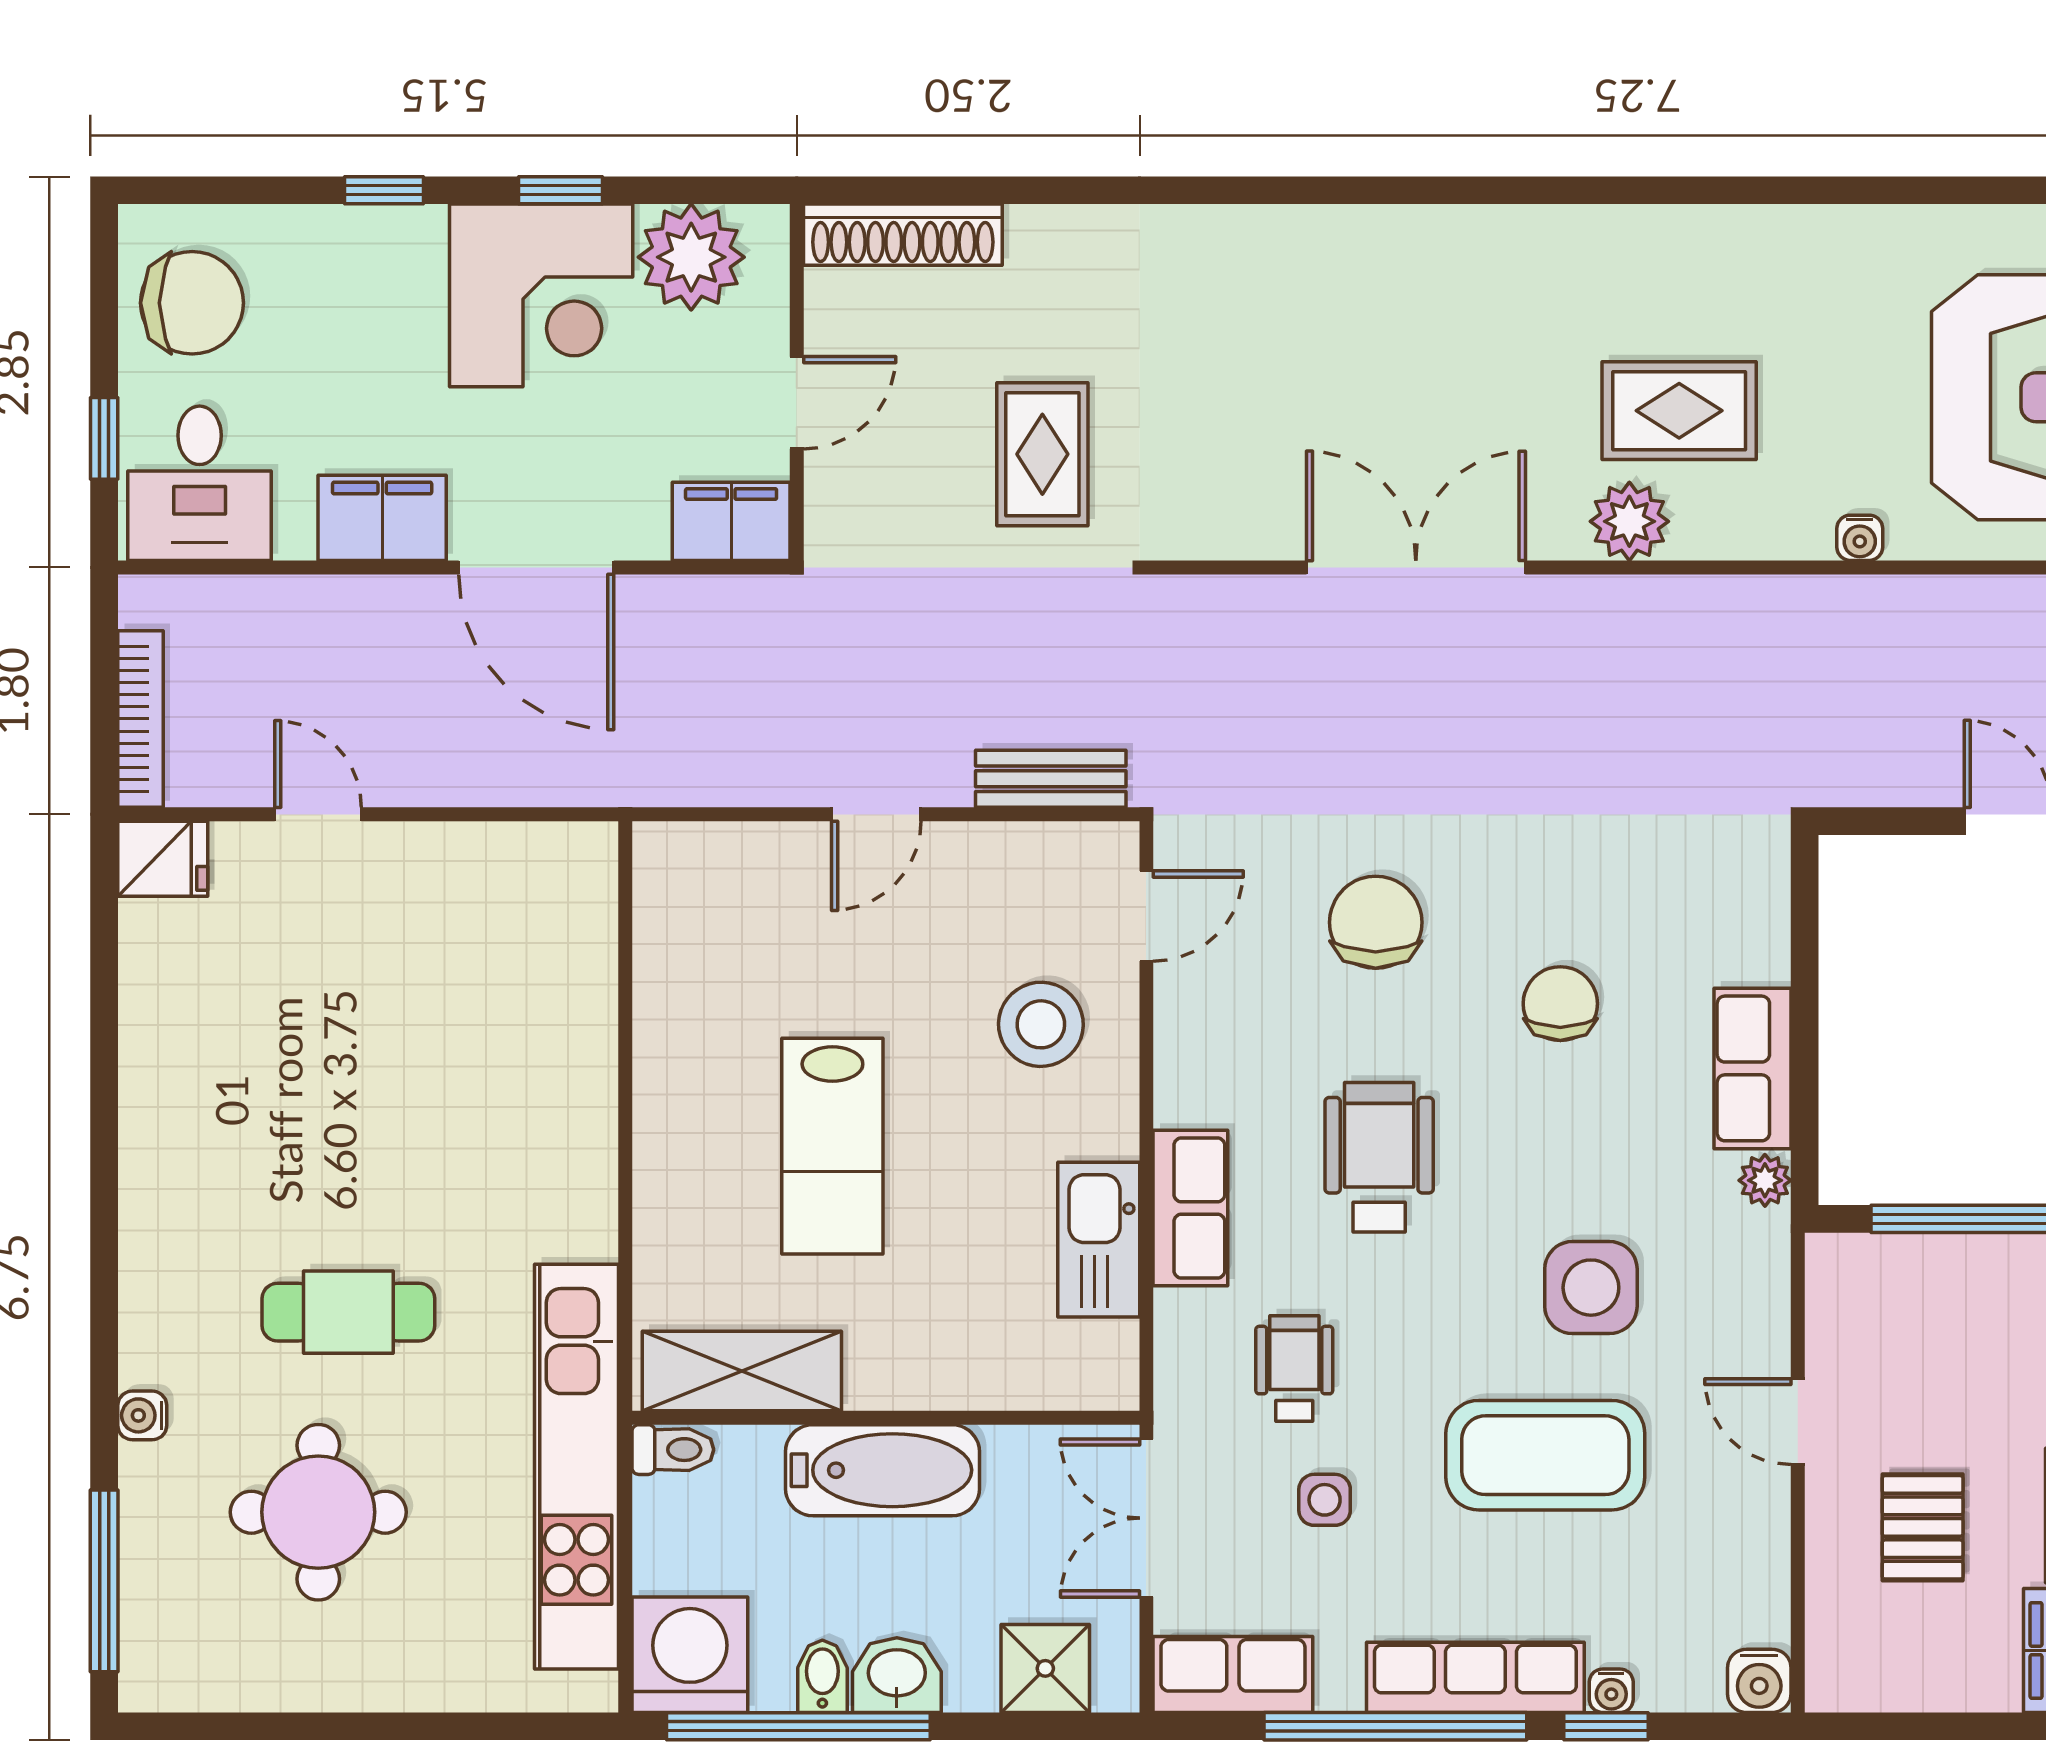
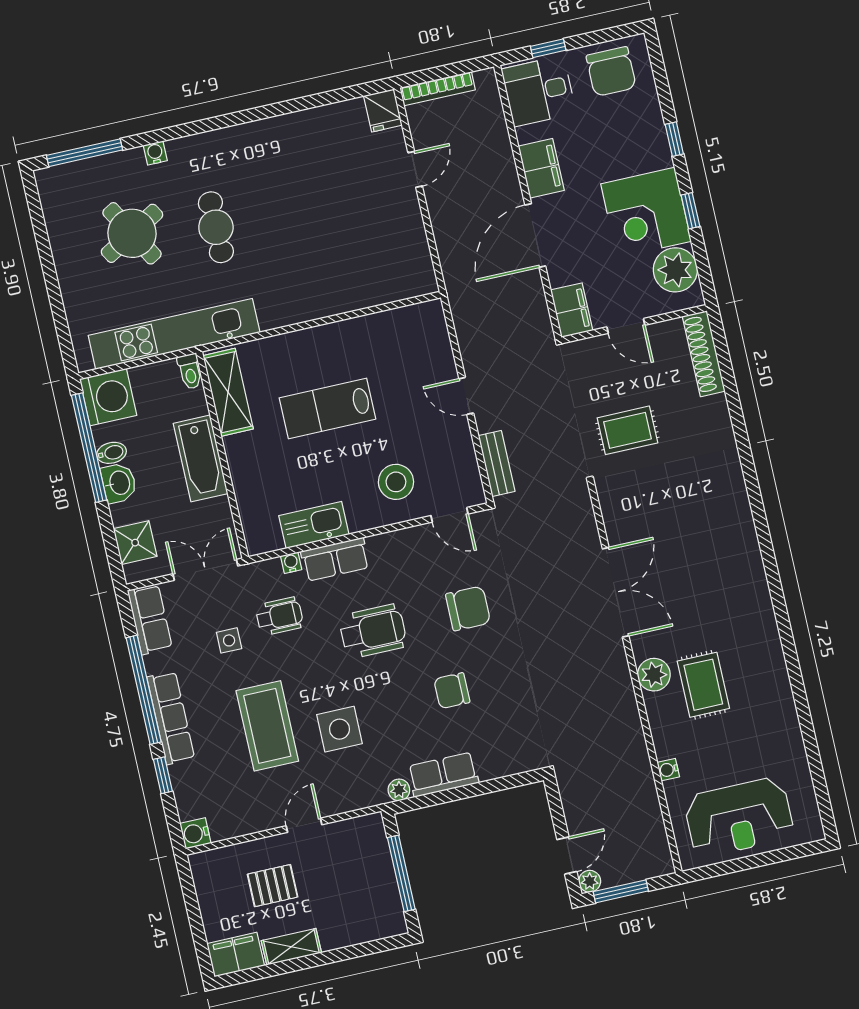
chair: (1560, 1004) -> (452, 691), turned 180
round table: (318, 1512) -> (132, 233), turned -30
water cooler: (1611, 1691) -> (291, 563), moved, turned 90

